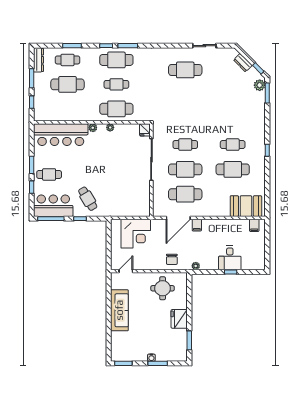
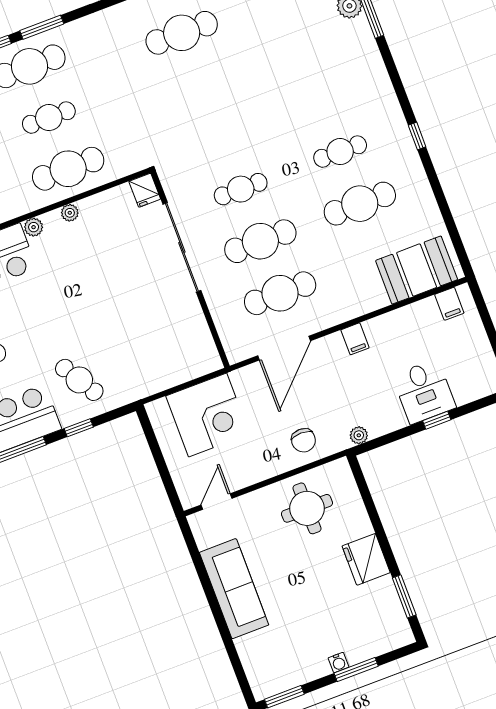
filing cabinet: (197, 225) -> (355, 339), moved

